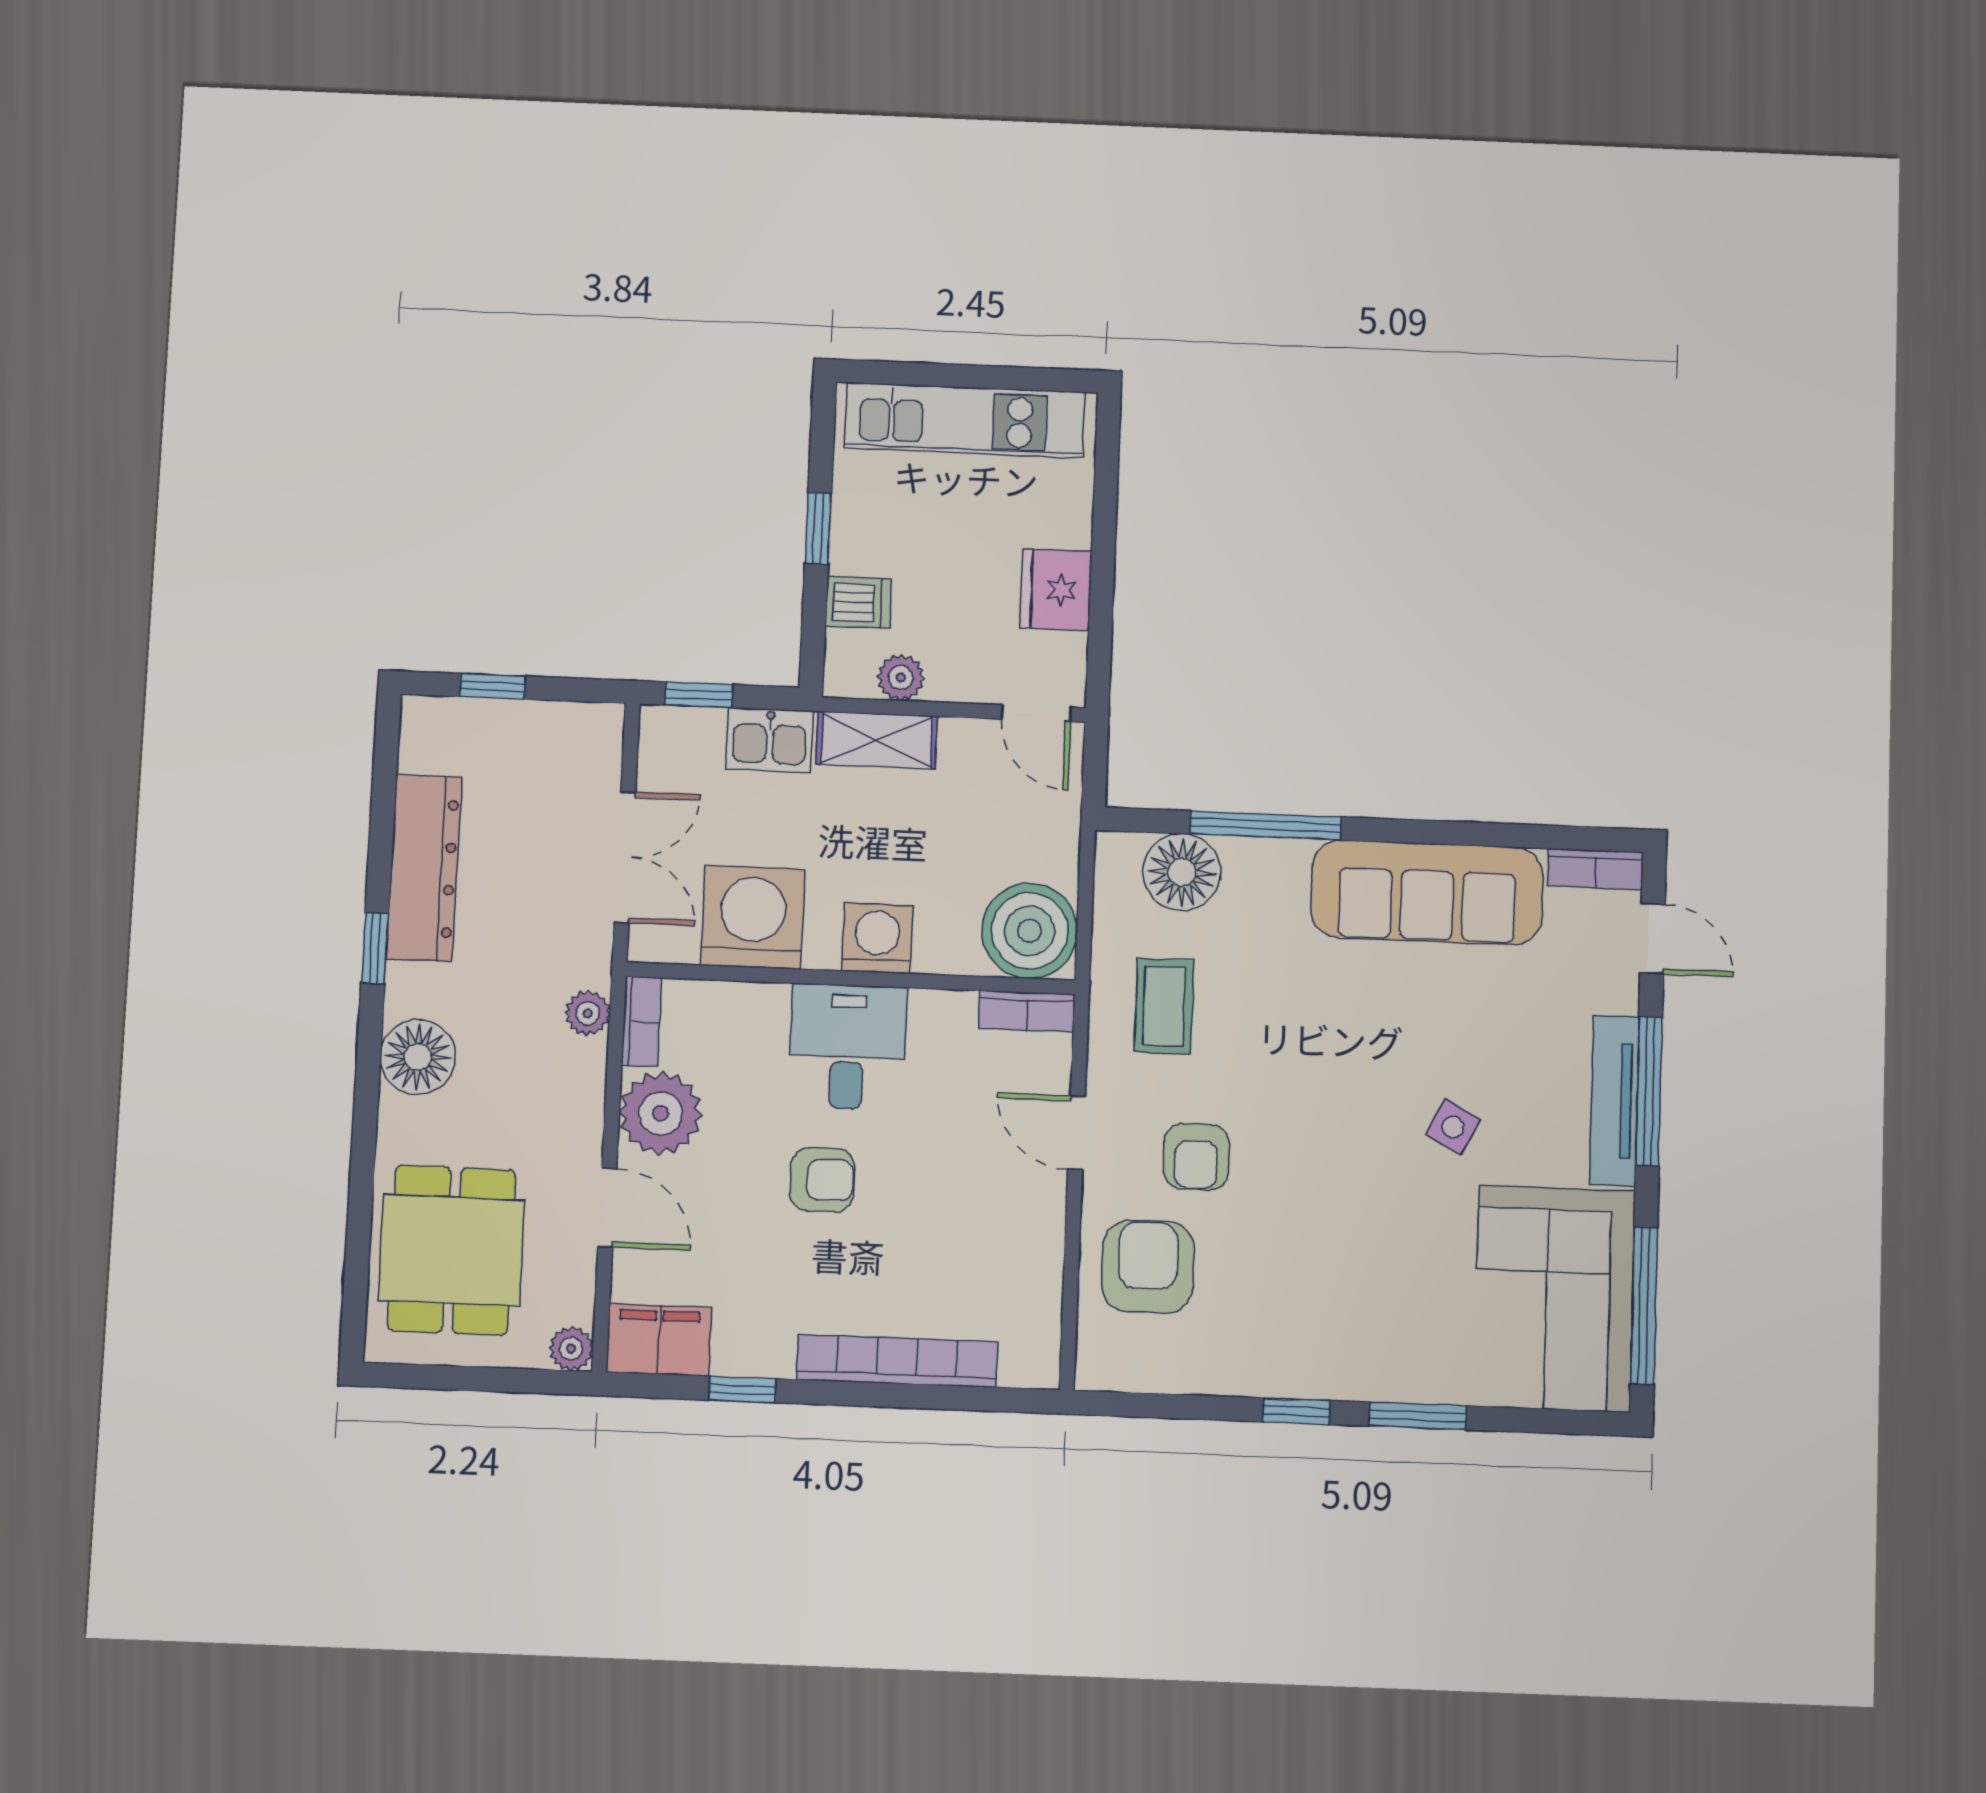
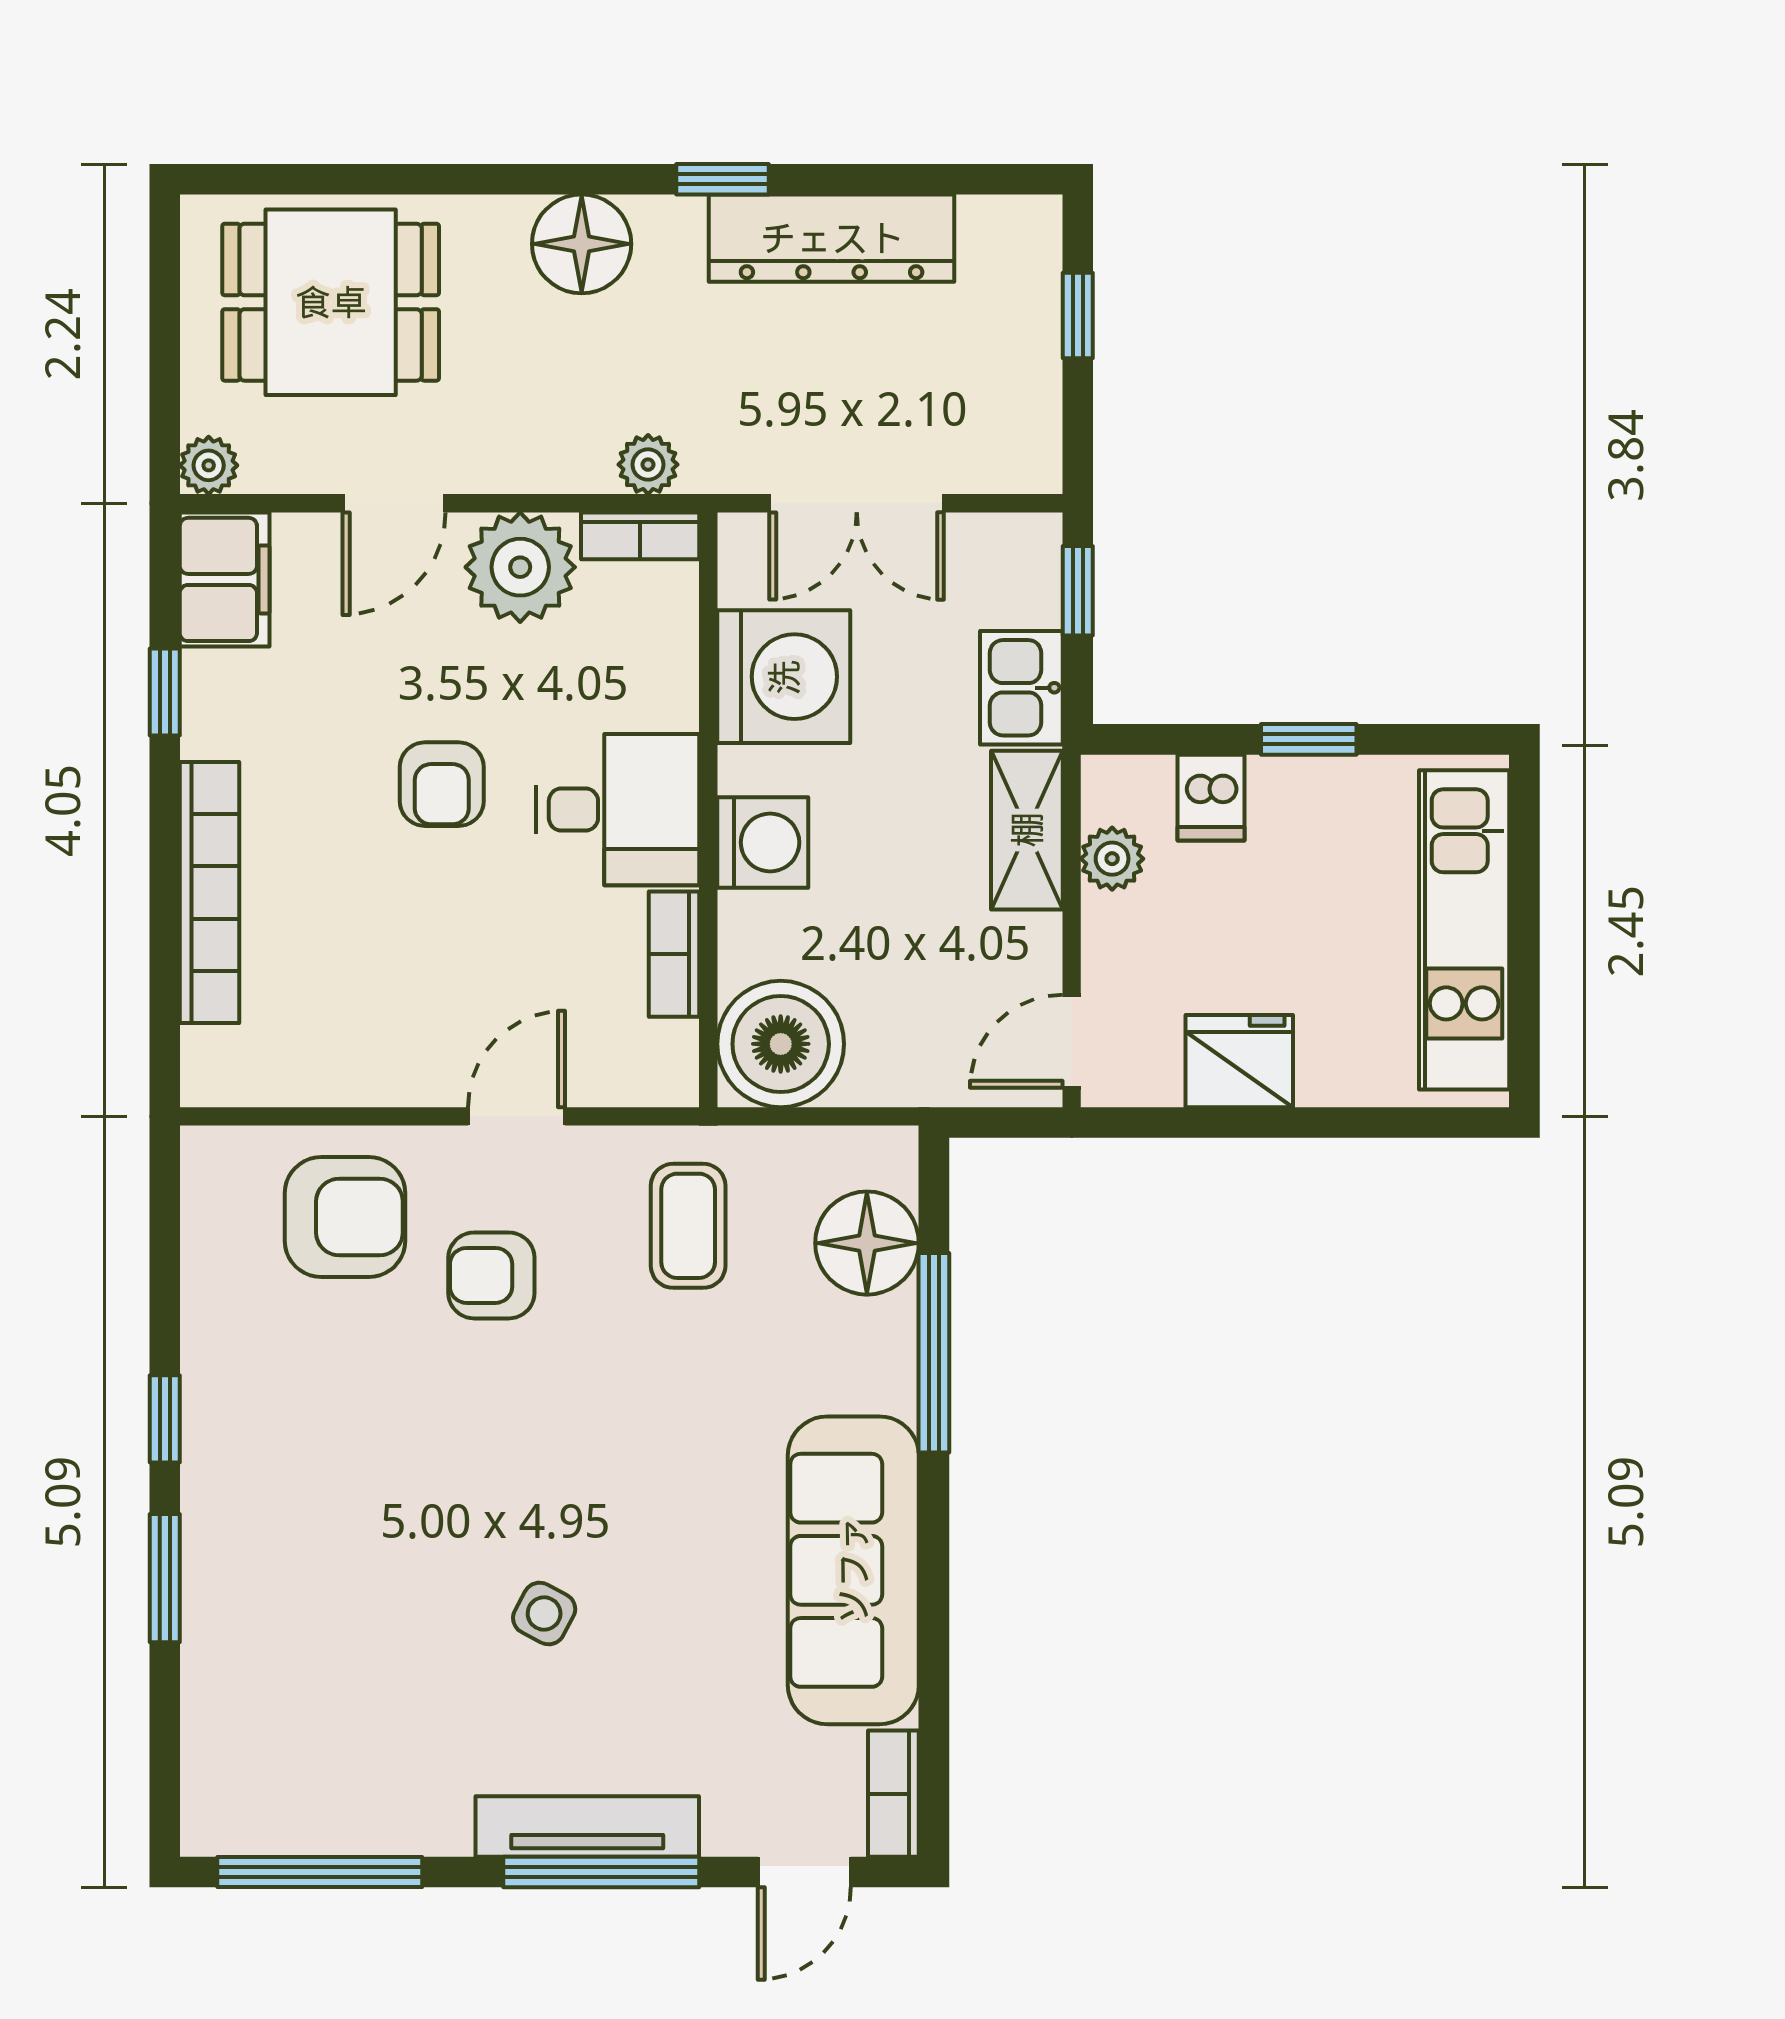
coffee table: (1164, 1006) -> (688, 1226), turned 90
bookcase: (1027, 1011) -> (674, 954), moved
corner sofa: (1554, 1298) -> (325, 1753), removed

